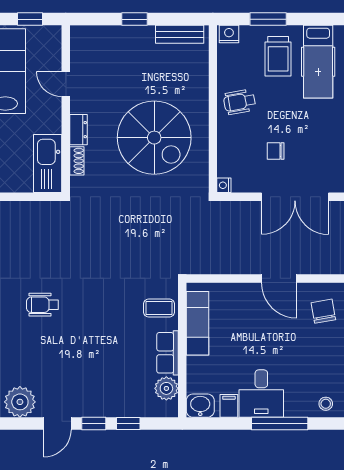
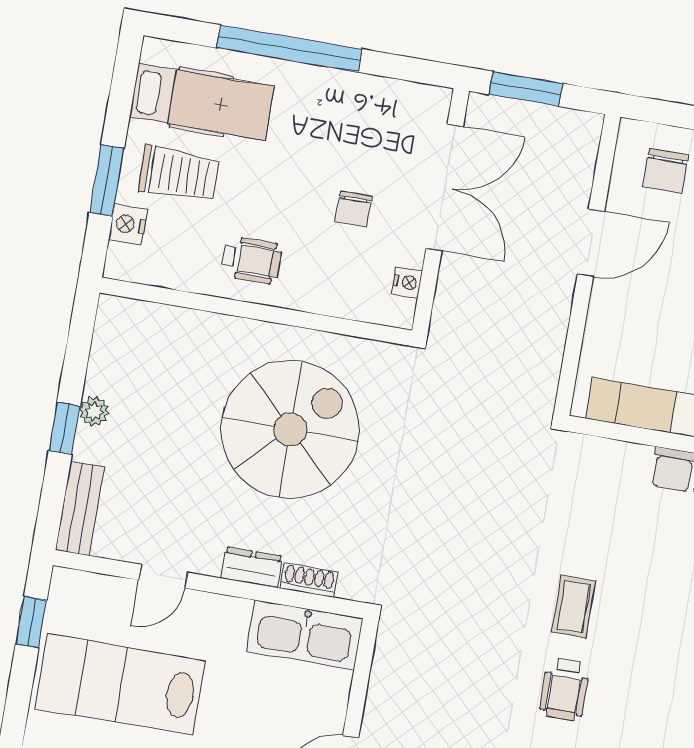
plant: (146, 33) -> (94, 411), added
bench: (180, 34) -> (80, 508), moved
nightstand: (229, 34) -> (128, 224), moved
wheelchair: (240, 102) -> (251, 260), turned -80
nightstand: (224, 185) -> (407, 282), moved, turned -90
coffee table: (159, 308) -> (573, 607), moved
chair: (323, 311) -> (666, 171), turned -80

